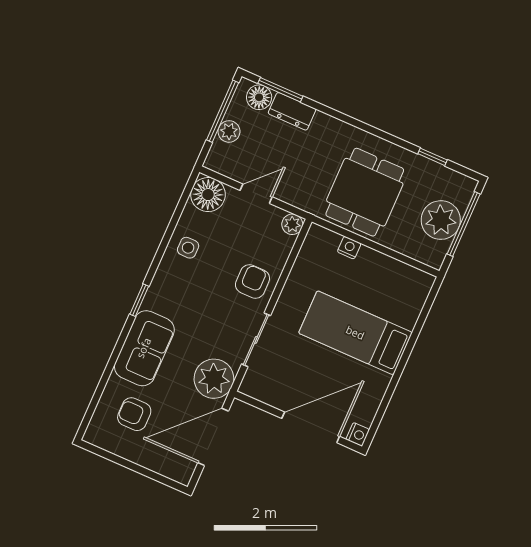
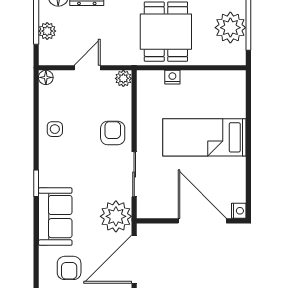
floor lamp: (208, 195) -> (46, 77), width x0.53, depth x0.53
armchair: (134, 414) -> (69, 268), turned -90
door: (311, 427) -> (202, 221), hinge flipped

